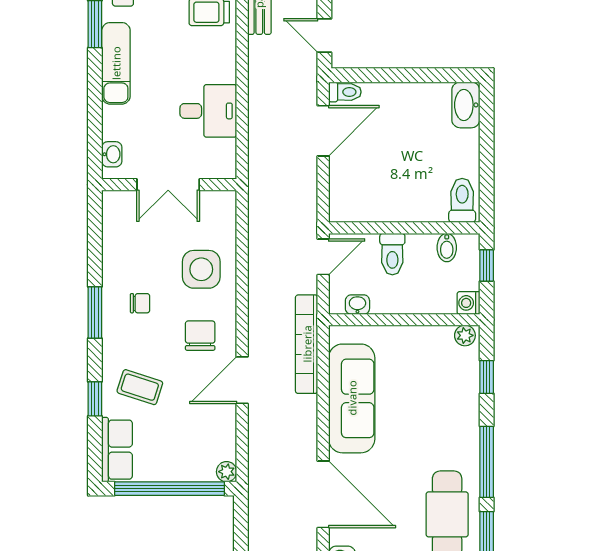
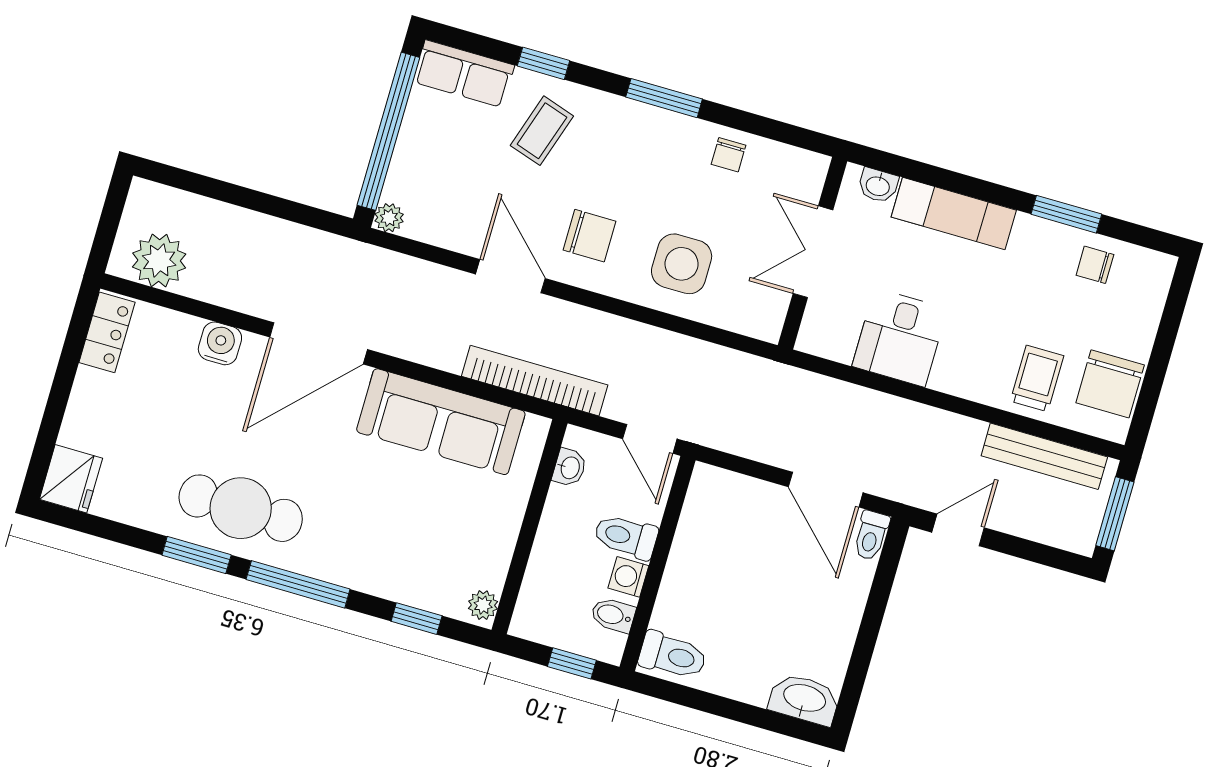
exam couch: (116, 63) -> (954, 214), moved
chair: (140, 303) -> (728, 155), moved
washing machine: (468, 303) -> (628, 577), moved, turned -90

